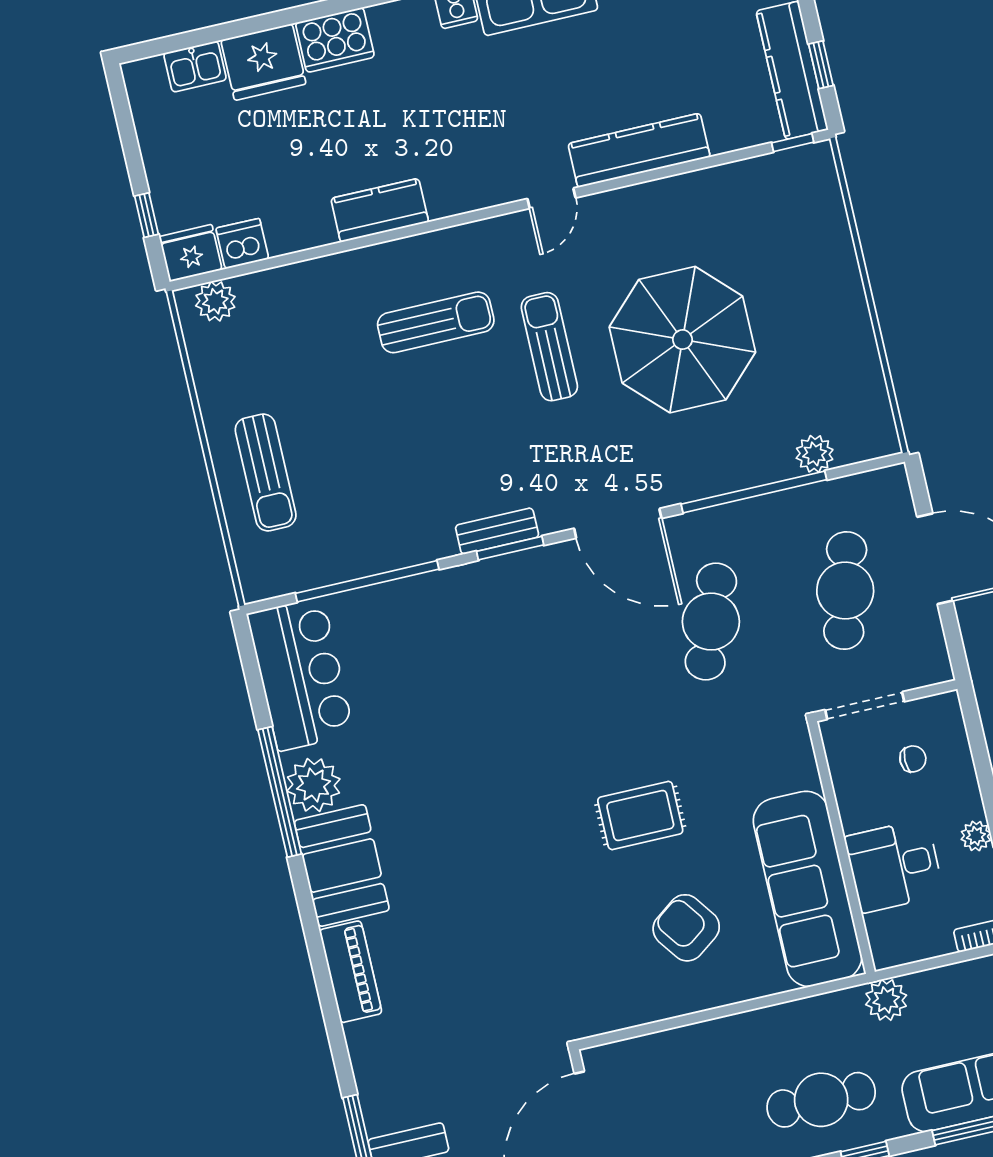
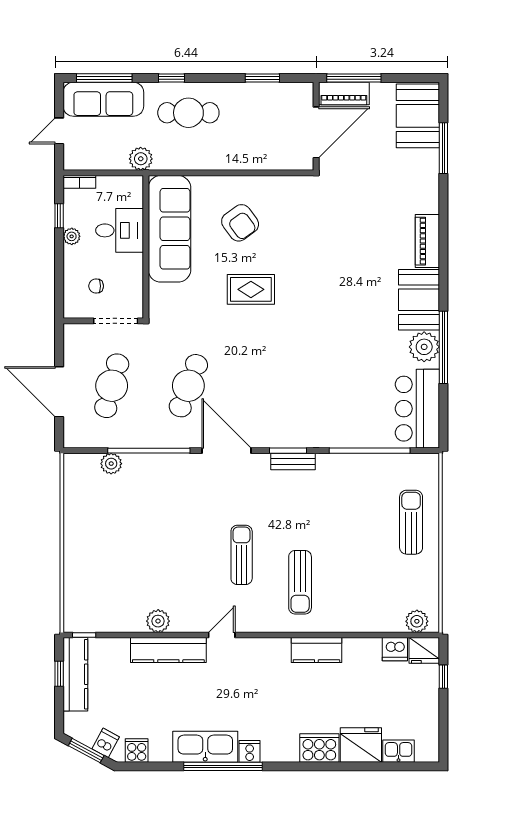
plant: (669, 197) -> (158, 621), added
sun lounger: (436, 322) -> (300, 582), turned -90
parasol: (682, 340) -> (168, 542), removed
sun lounger: (549, 347) -> (242, 555), turned 180

